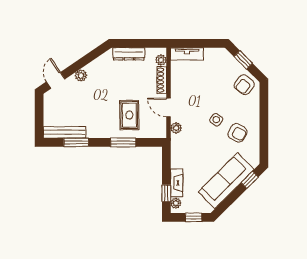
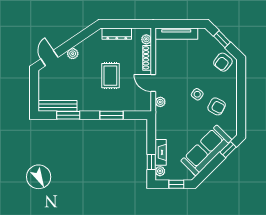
tv unit: (187, 54) -> (176, 34), width x1.41
rug: (129, 115) -> (110, 76), moved

